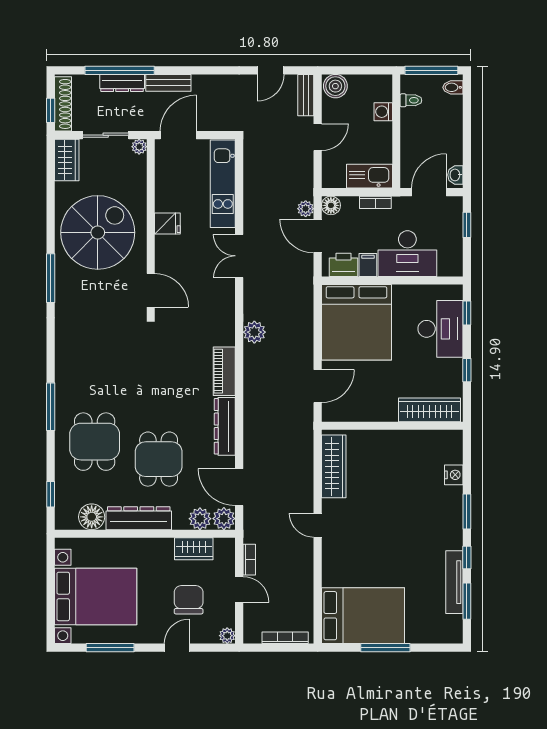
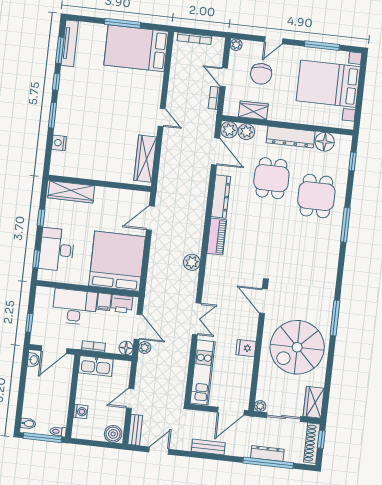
bench: (168, 83) -> (208, 447), moved
toilet: (411, 100) -> (58, 432), moved
tv unit: (454, 582) -> (70, 43), moved

